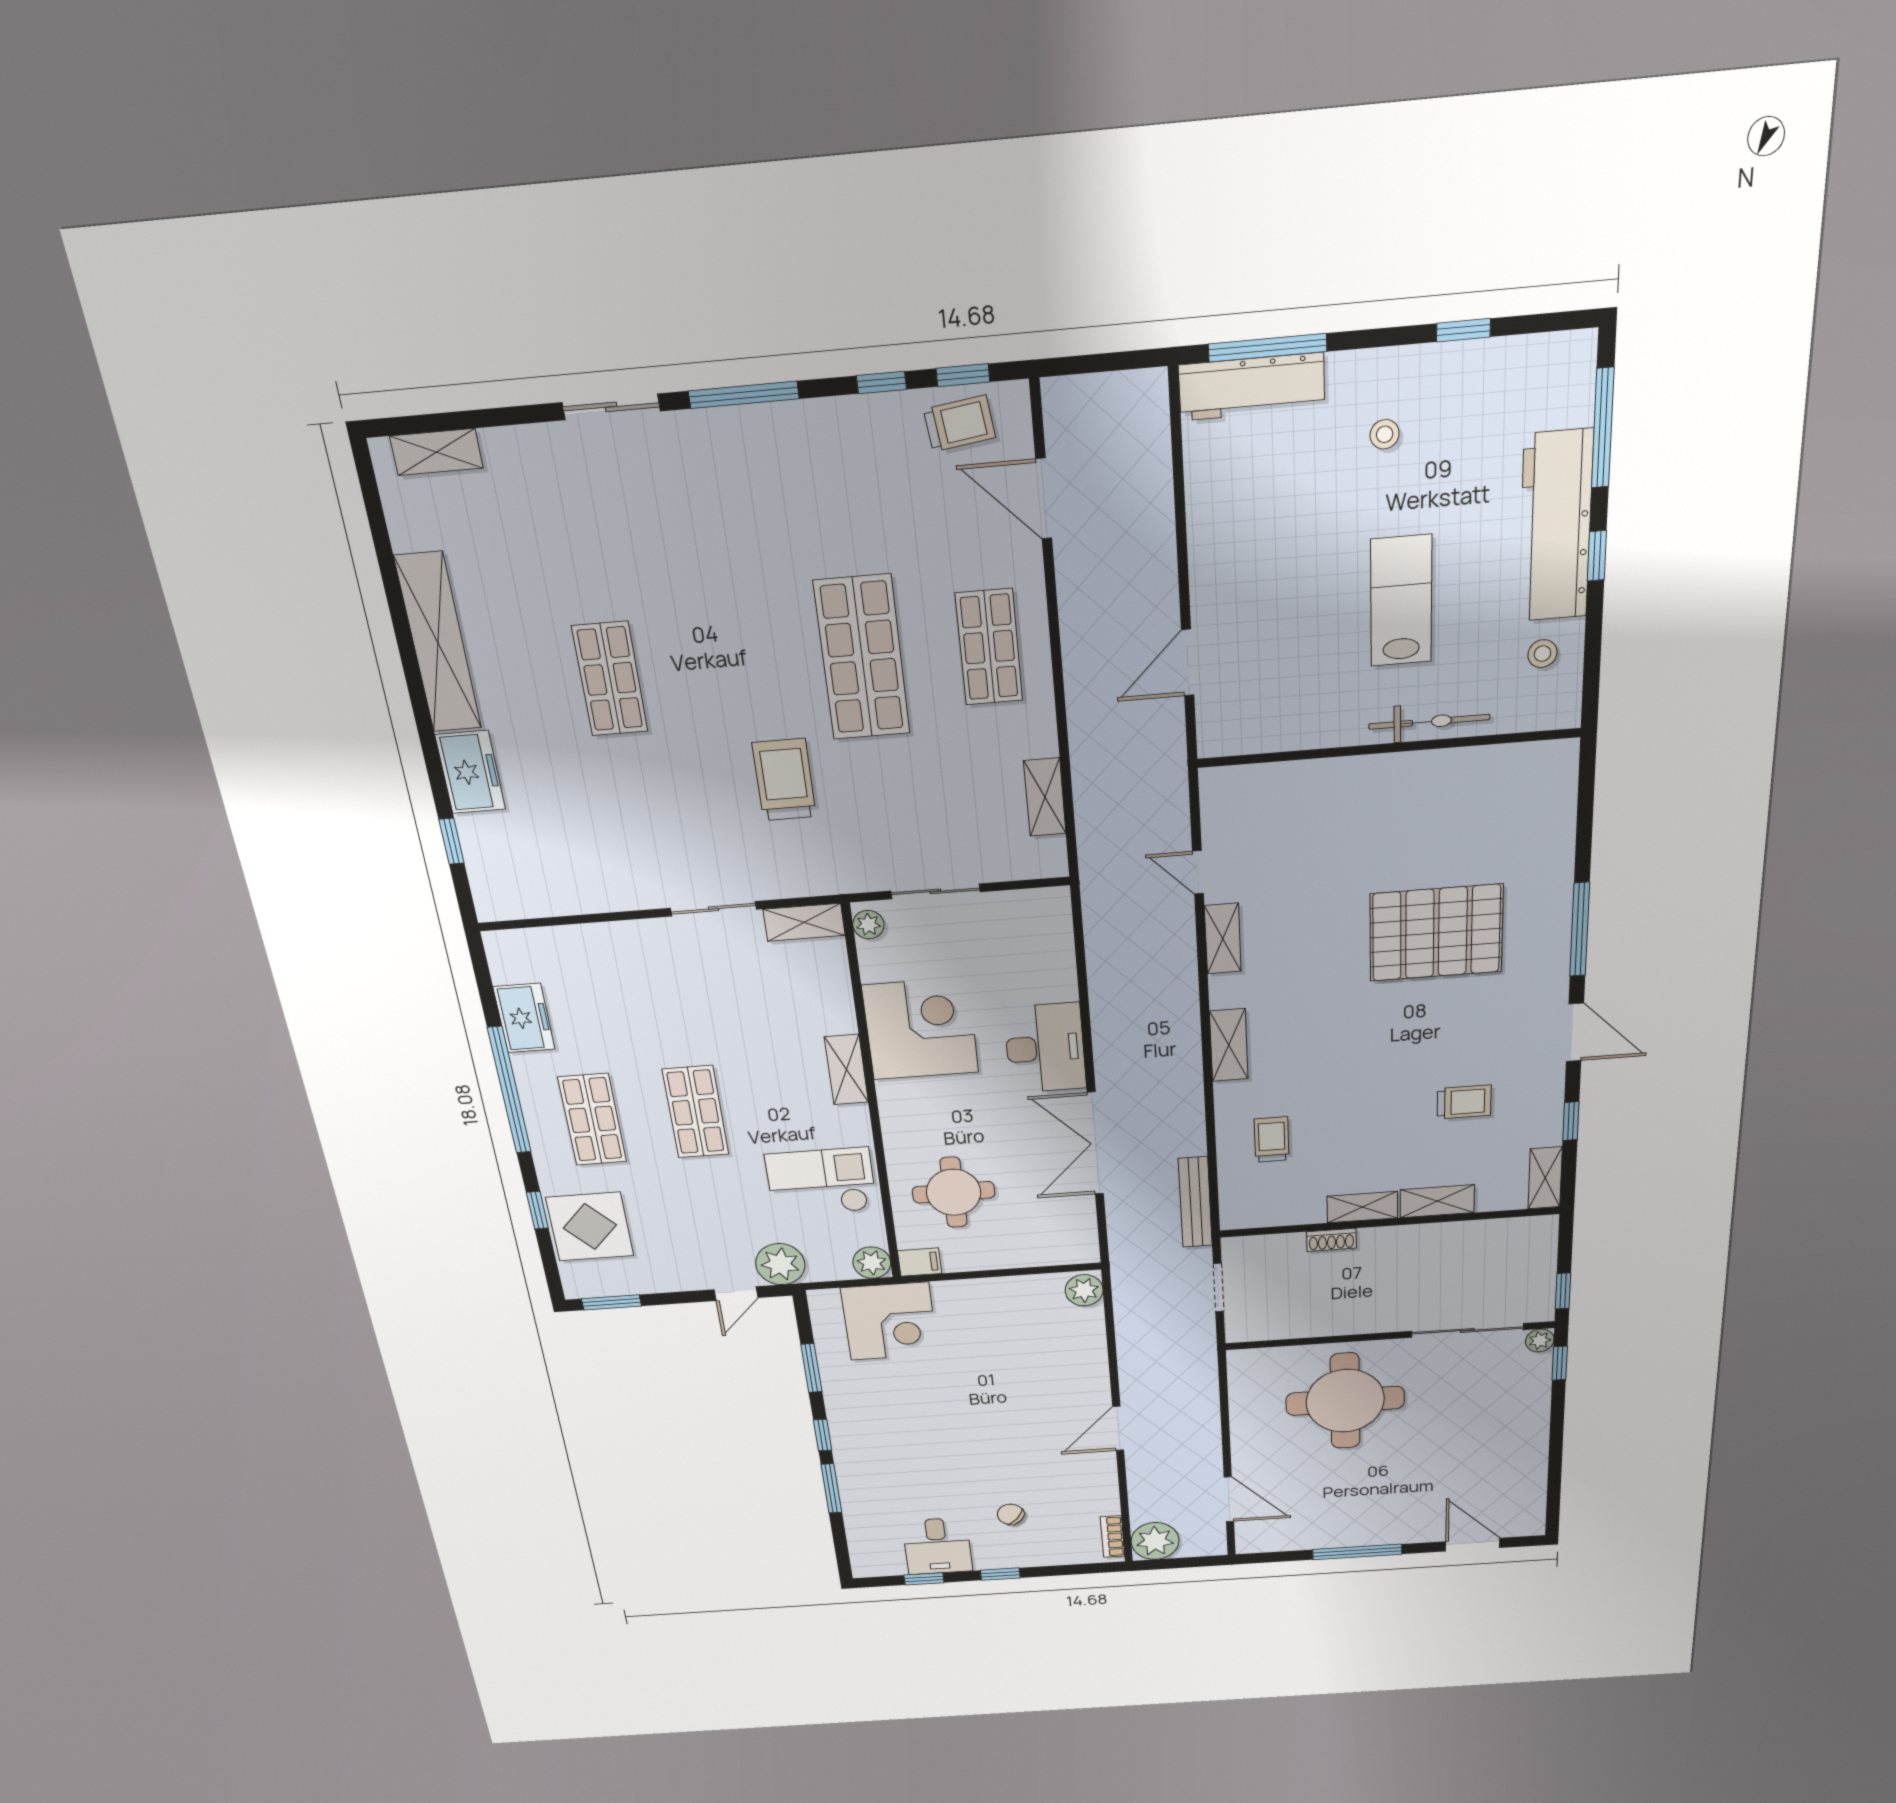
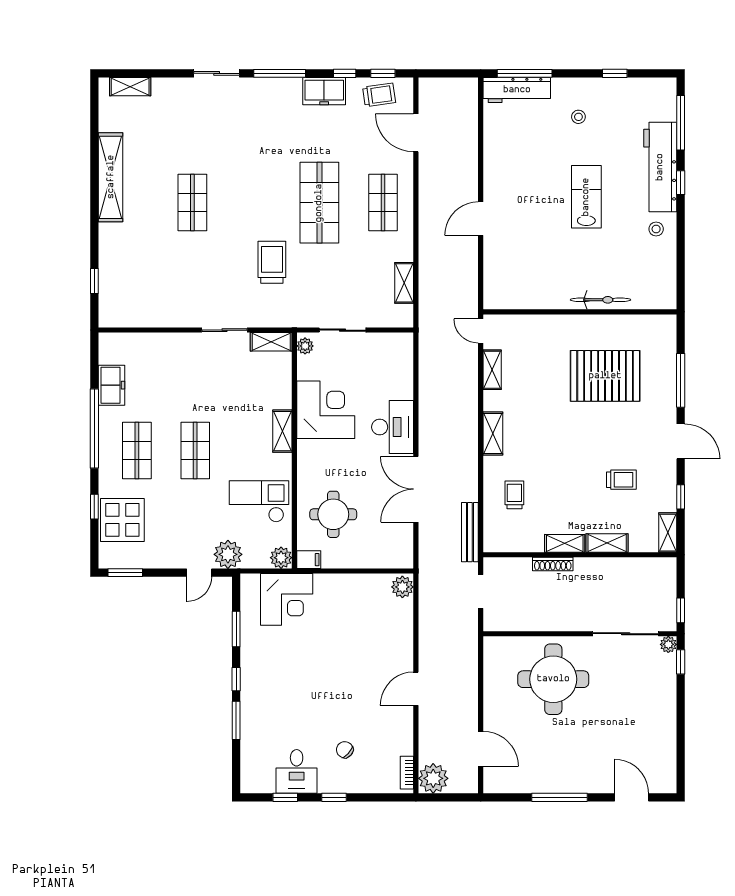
bicycle: (1429, 722) -> (601, 300), moved
wall: (1388, 748) -> (580, 312), moved
freezer: (470, 772) -> (324, 91), moved, turned 90
shoe rack: (1331, 1240) -> (553, 564), width x1.43

